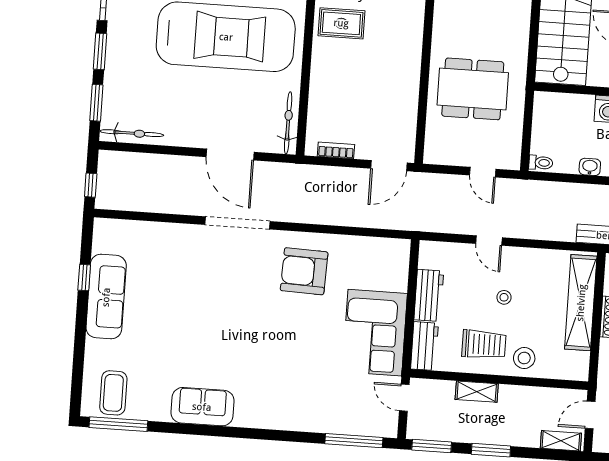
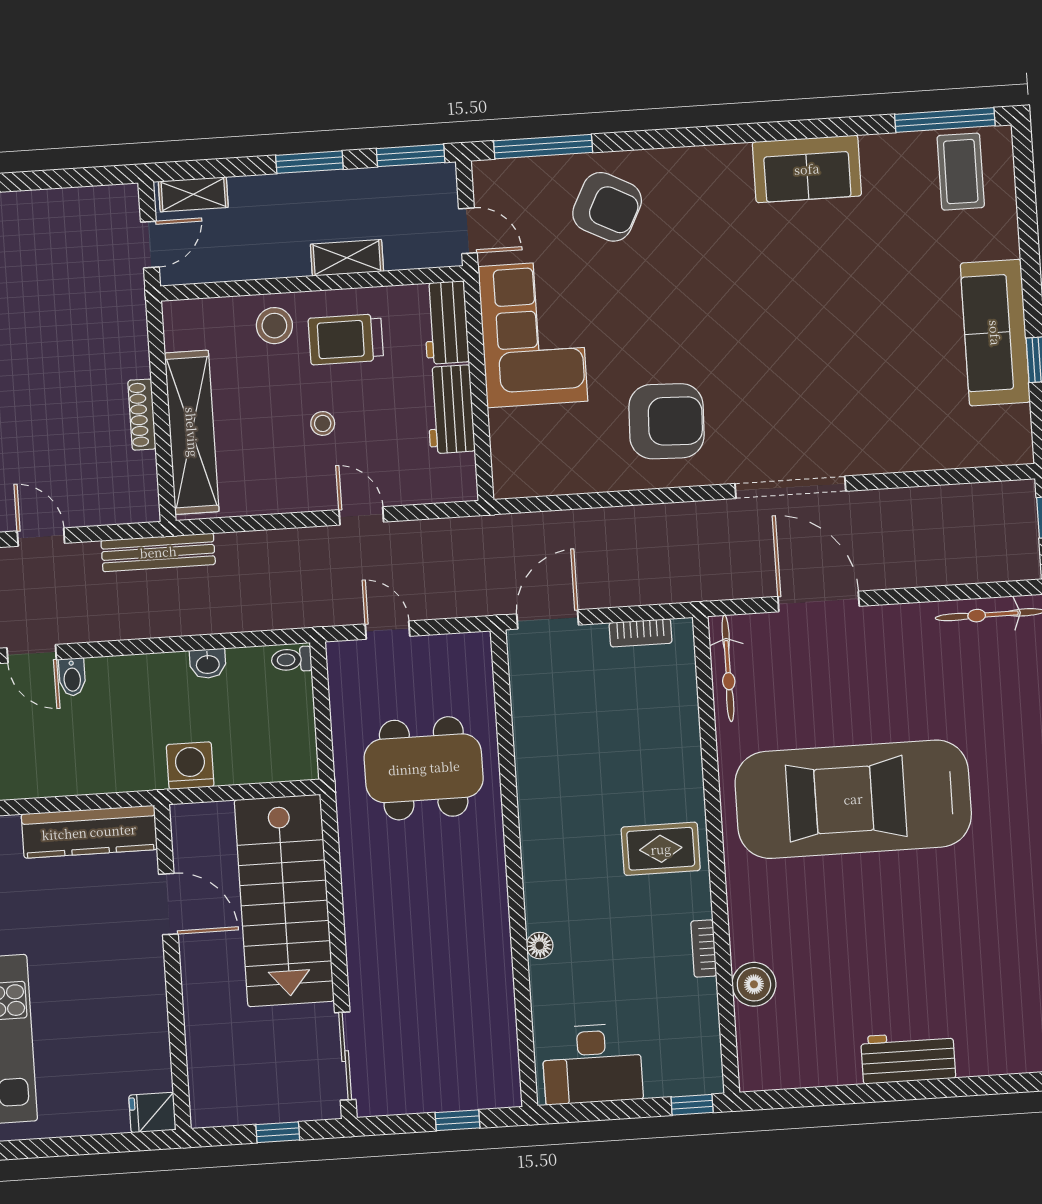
armchair: (322, 401) -> (607, 207), added

